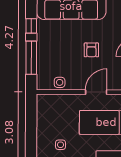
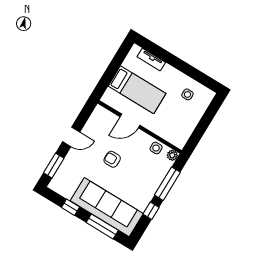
armchair: (91, 50) -> (112, 159), turned -90
plant: (42, 85) -> (172, 155), added

